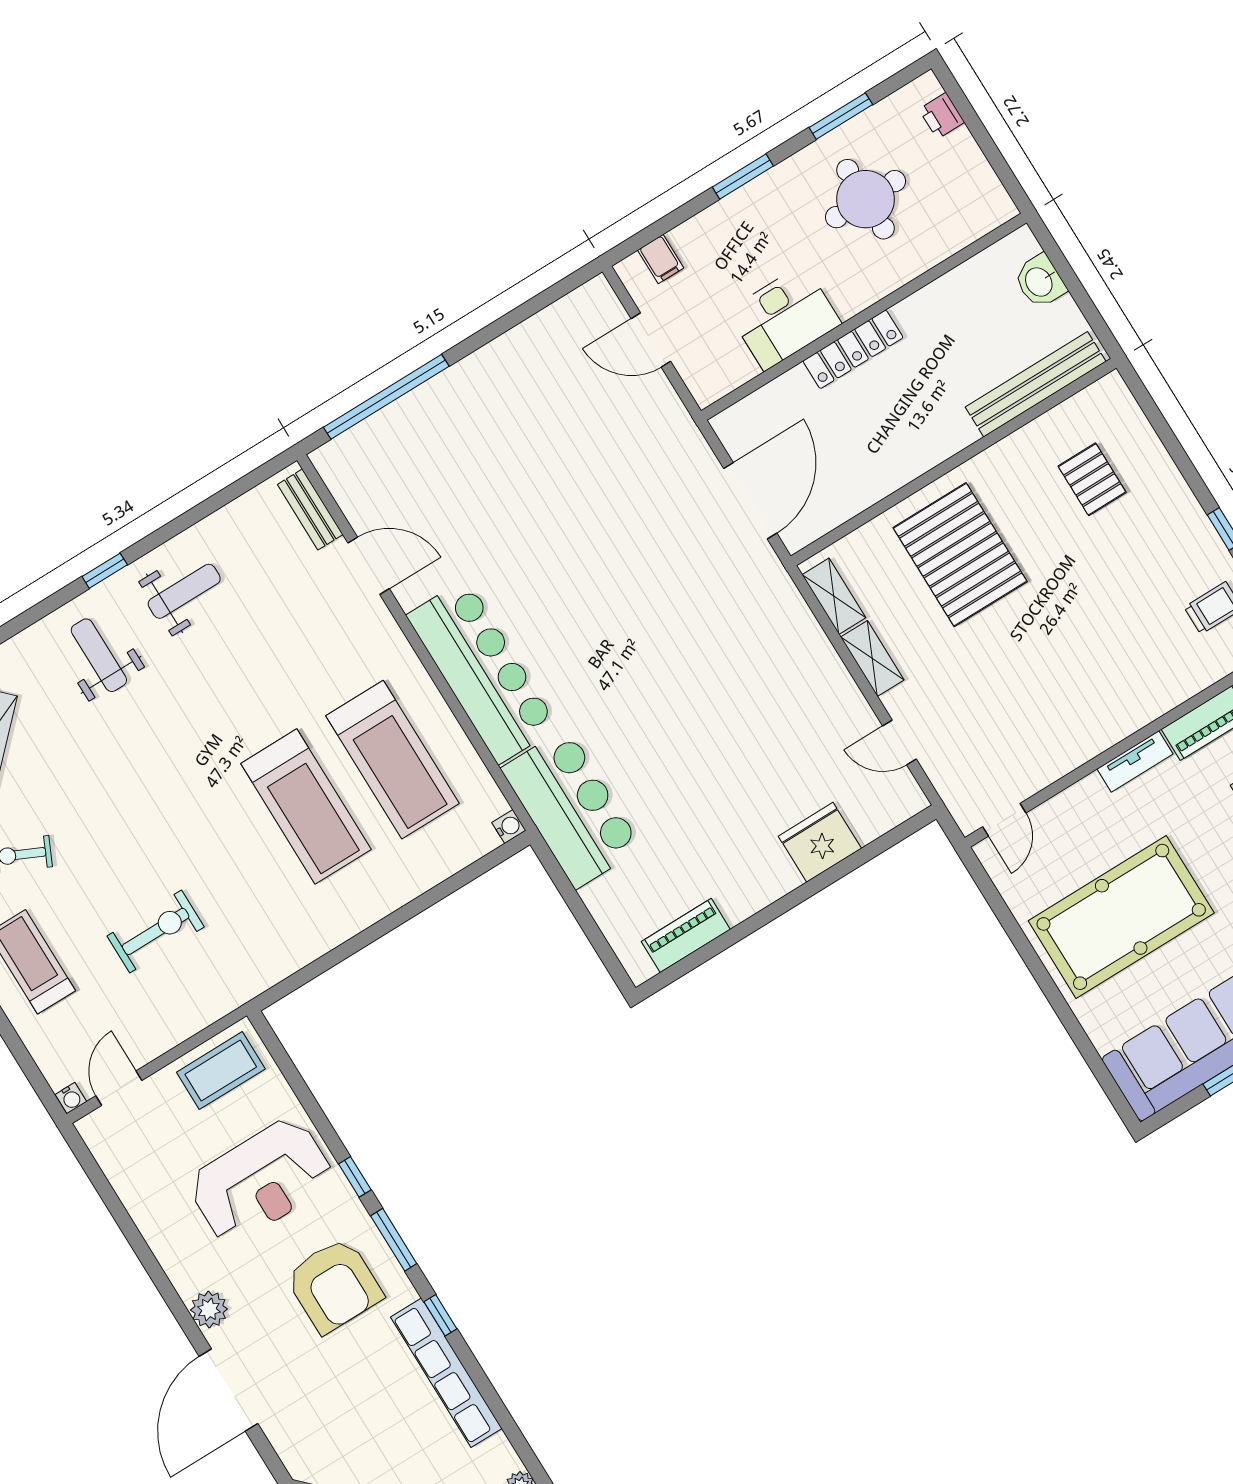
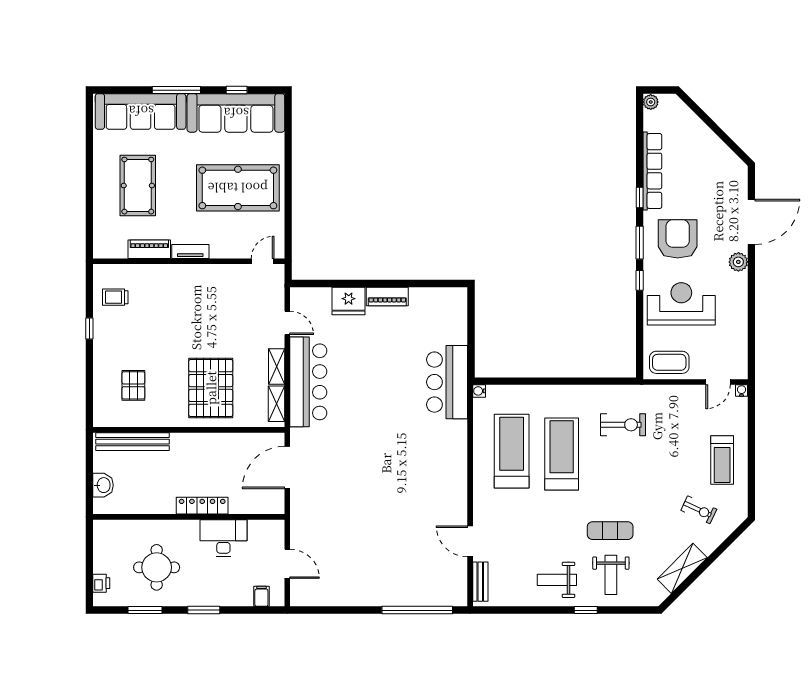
bar counter: (482, 671) -> (308, 382), moved, turned 180
exercise mat: (146, 728) -> (610, 531), added
exercise bike: (156, 931) -> (623, 425), moved, turned 180
piano: (686, 935) -> (387, 296), moved

